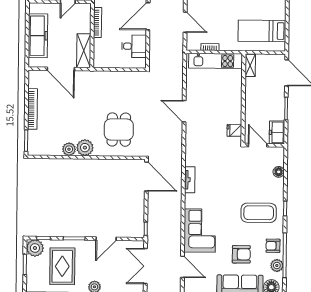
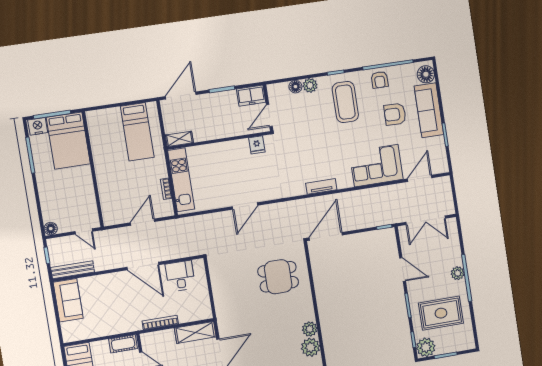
plant: (85, 148) -> (311, 347), moved
armchair: (241, 254) -> (395, 114), turned -89
plant: (277, 266) -> (310, 85), moved

